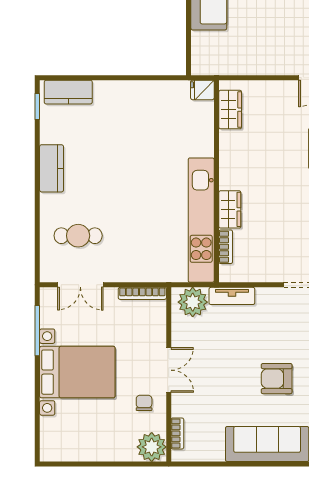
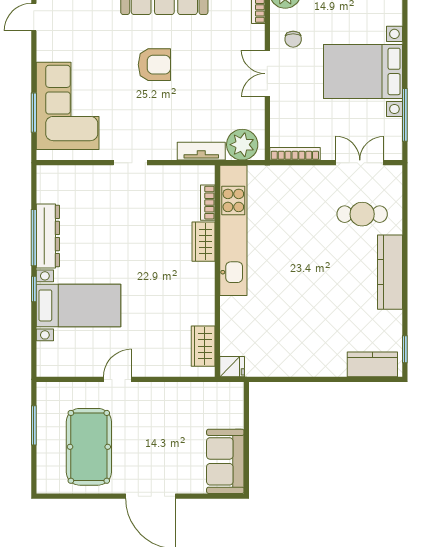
kitchen counter: (52, 168) -> (390, 272), width x1.50

